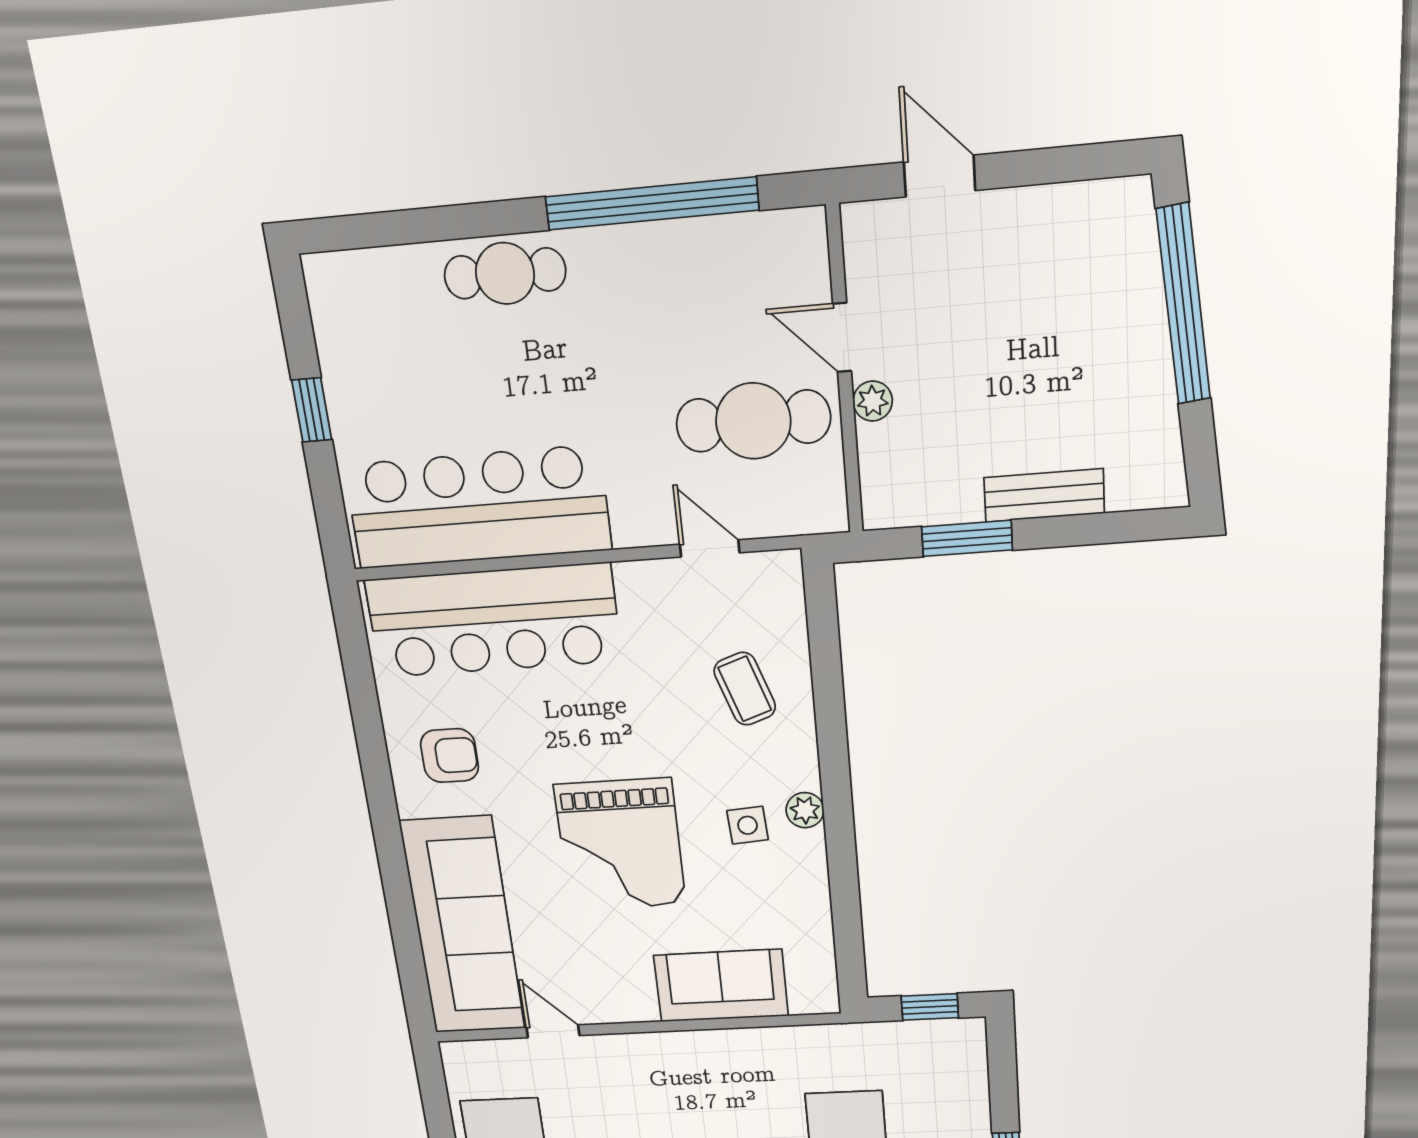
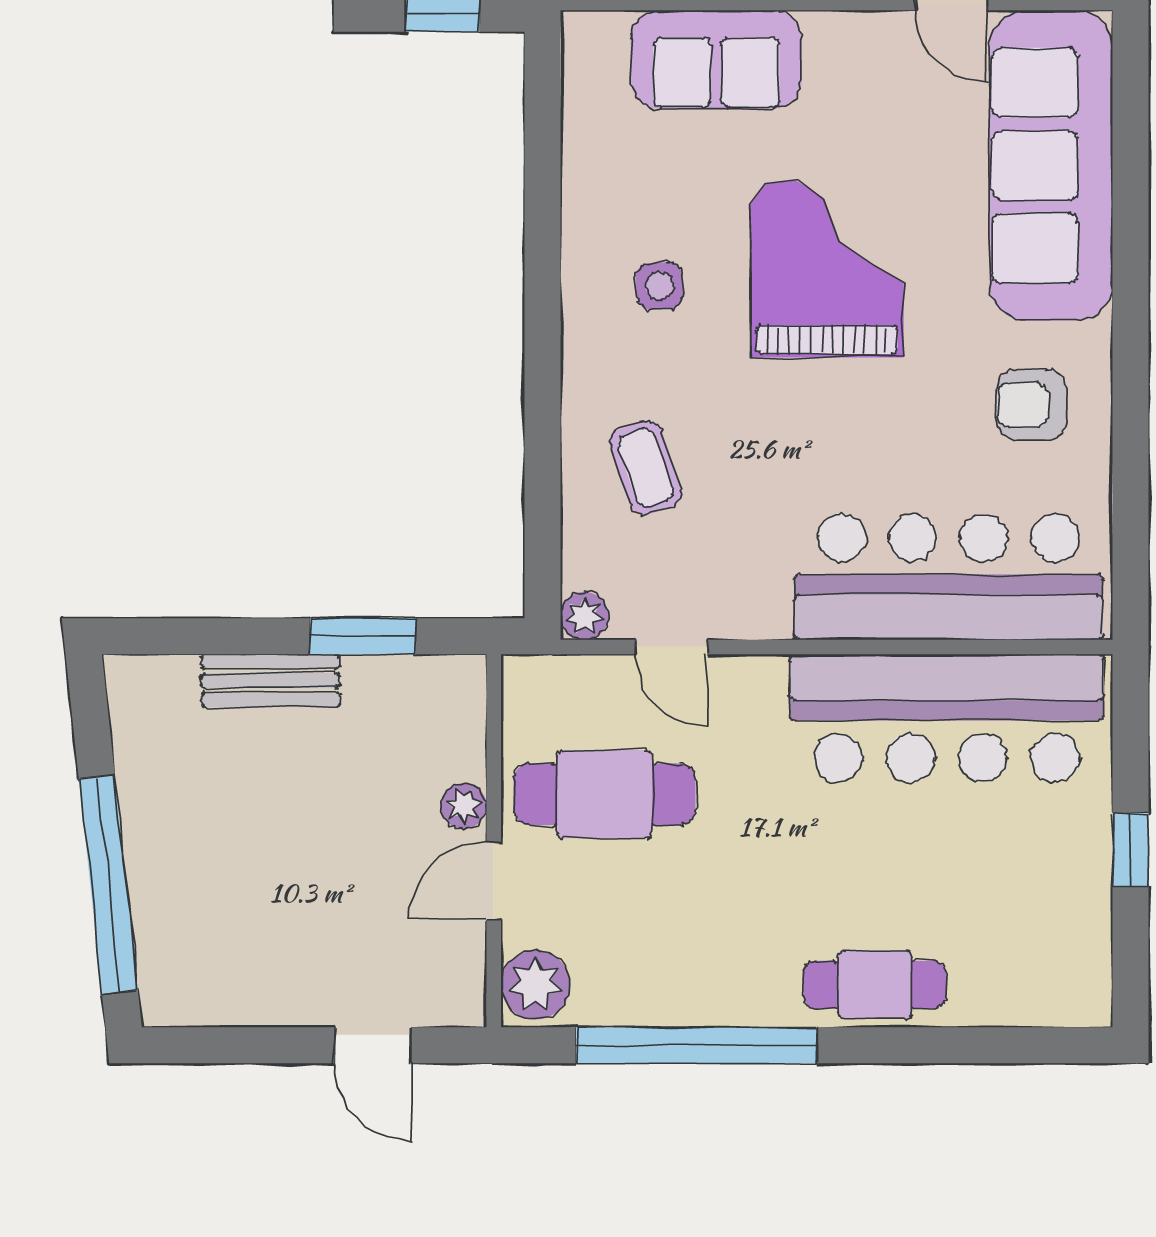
plant: (798, 246) -> (536, 985), added
door: (842, 337) -> (494, 881), swing flipped
plant: (805, 810) -> (584, 616), moved

